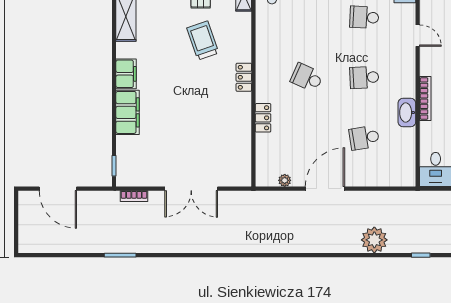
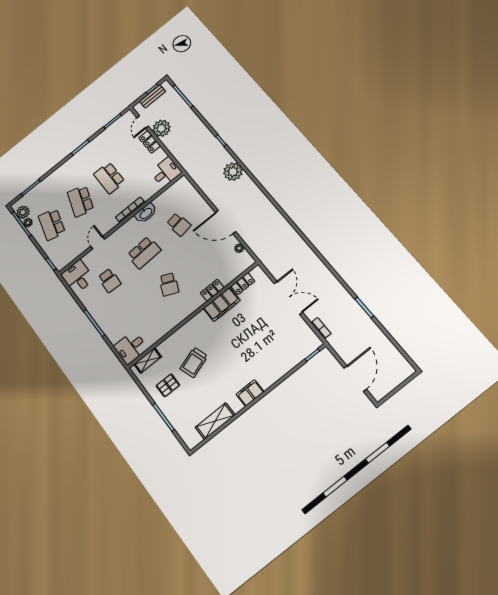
locker: (244, 77) -> (243, 284), moved
school desk: (364, 77) -> (144, 252), width x1.85
filing cabinet: (128, 112) -> (222, 304), moved, turned 180

